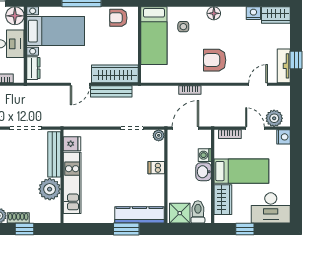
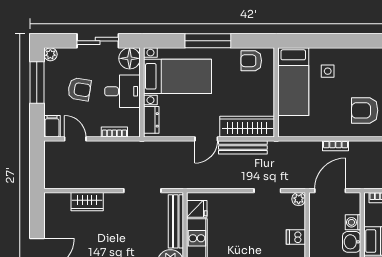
floor lamp: (214, 13) -> (364, 55), removed

